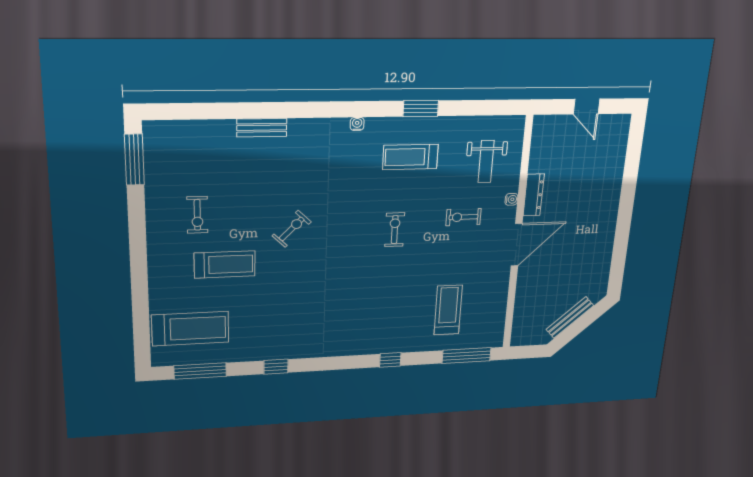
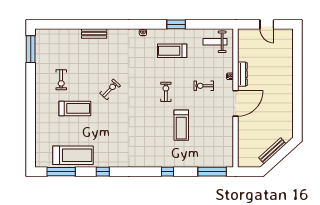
weight bench: (486, 161) -> (215, 42), moved, turned 90
treadmill: (448, 310) -> (181, 125), moved, turned 180
treadmill: (190, 329) -> (73, 155), moved

